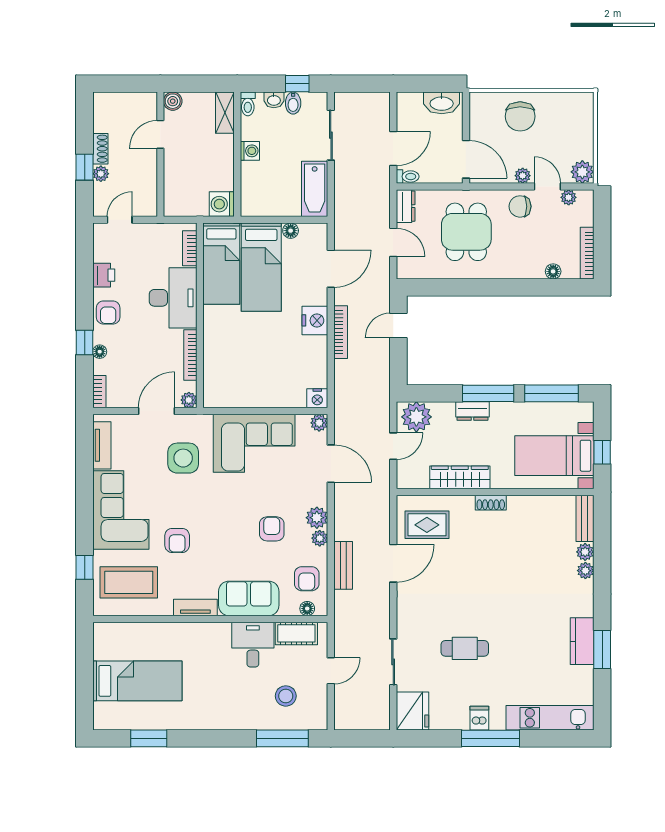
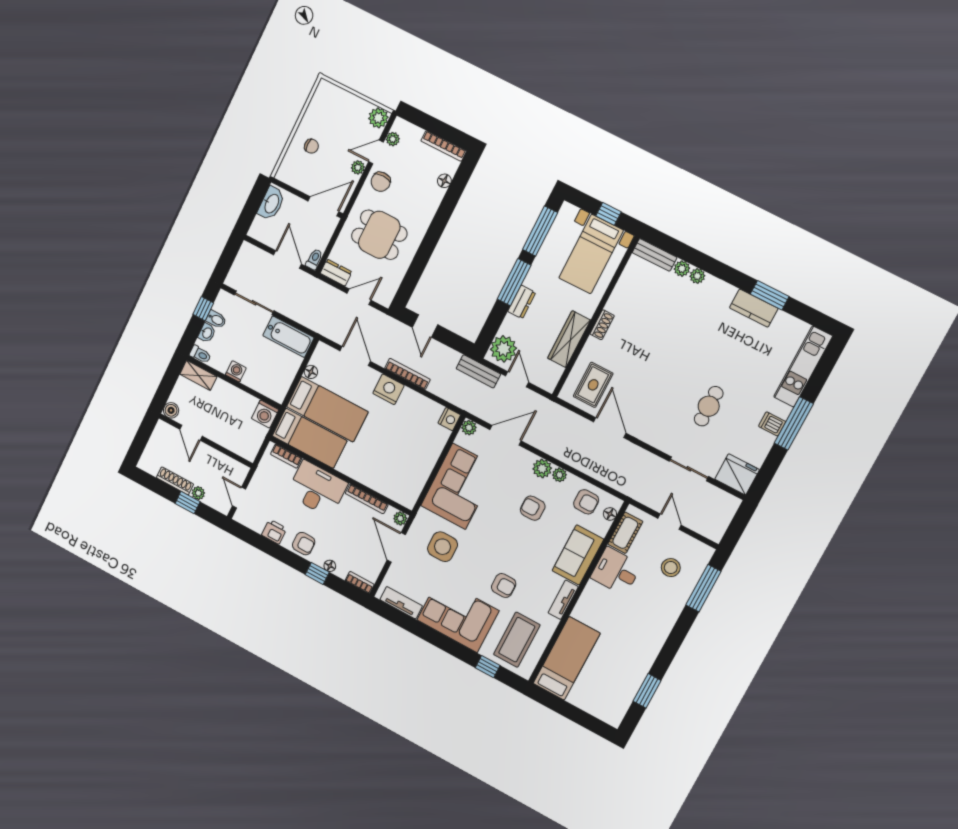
chair: (520, 116) -> (311, 146), width x0.54, depth x0.54
shoe rack: (100, 149) -> (175, 481), width x1.43
bench: (343, 565) -> (478, 371), moved
bed: (137, 681) -> (567, 658), moved

